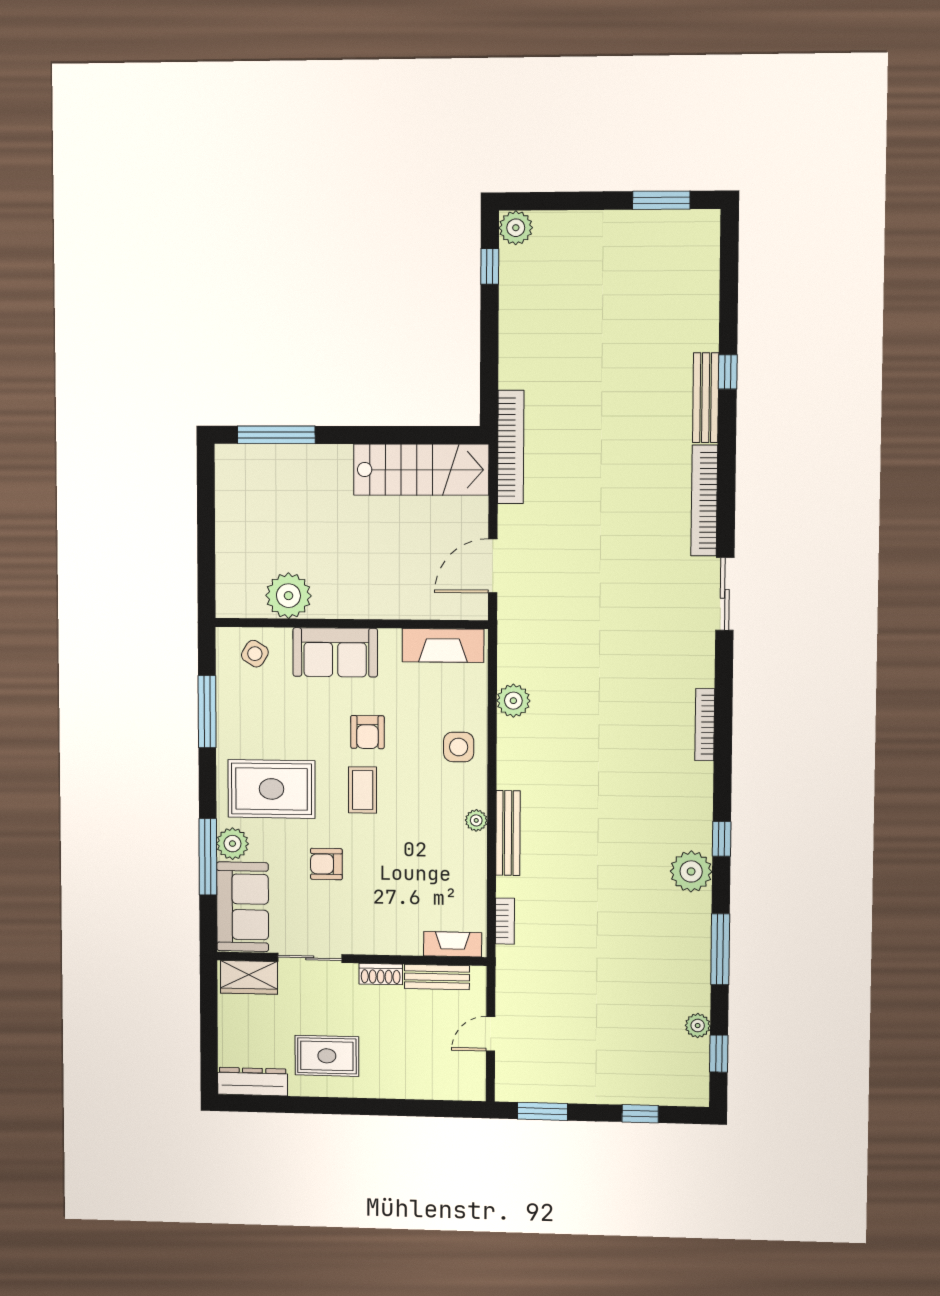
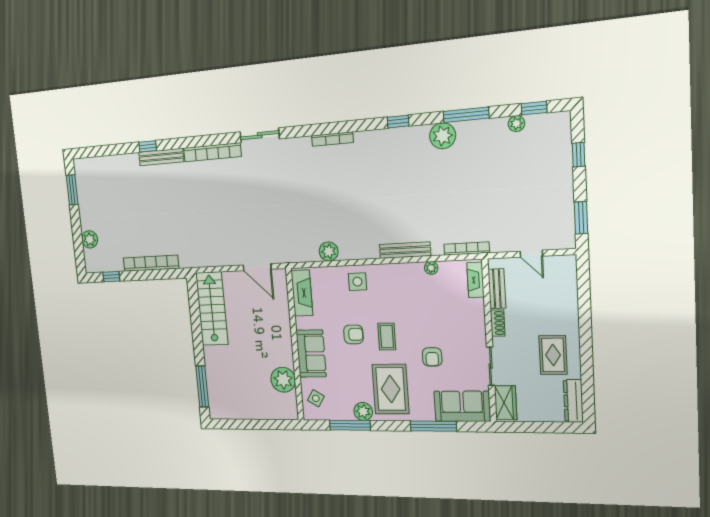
plant: (516, 228) -> (90, 239), moved
bookcase: (511, 447) -> (151, 263), moved
coffee table: (363, 790) -> (387, 337), turned 90
plant: (476, 820) -> (431, 268), moved
plant: (232, 844) -> (363, 411), moved
plant: (691, 871) -> (443, 136), moved
bookcase: (505, 921) -> (467, 249), width x1.56

